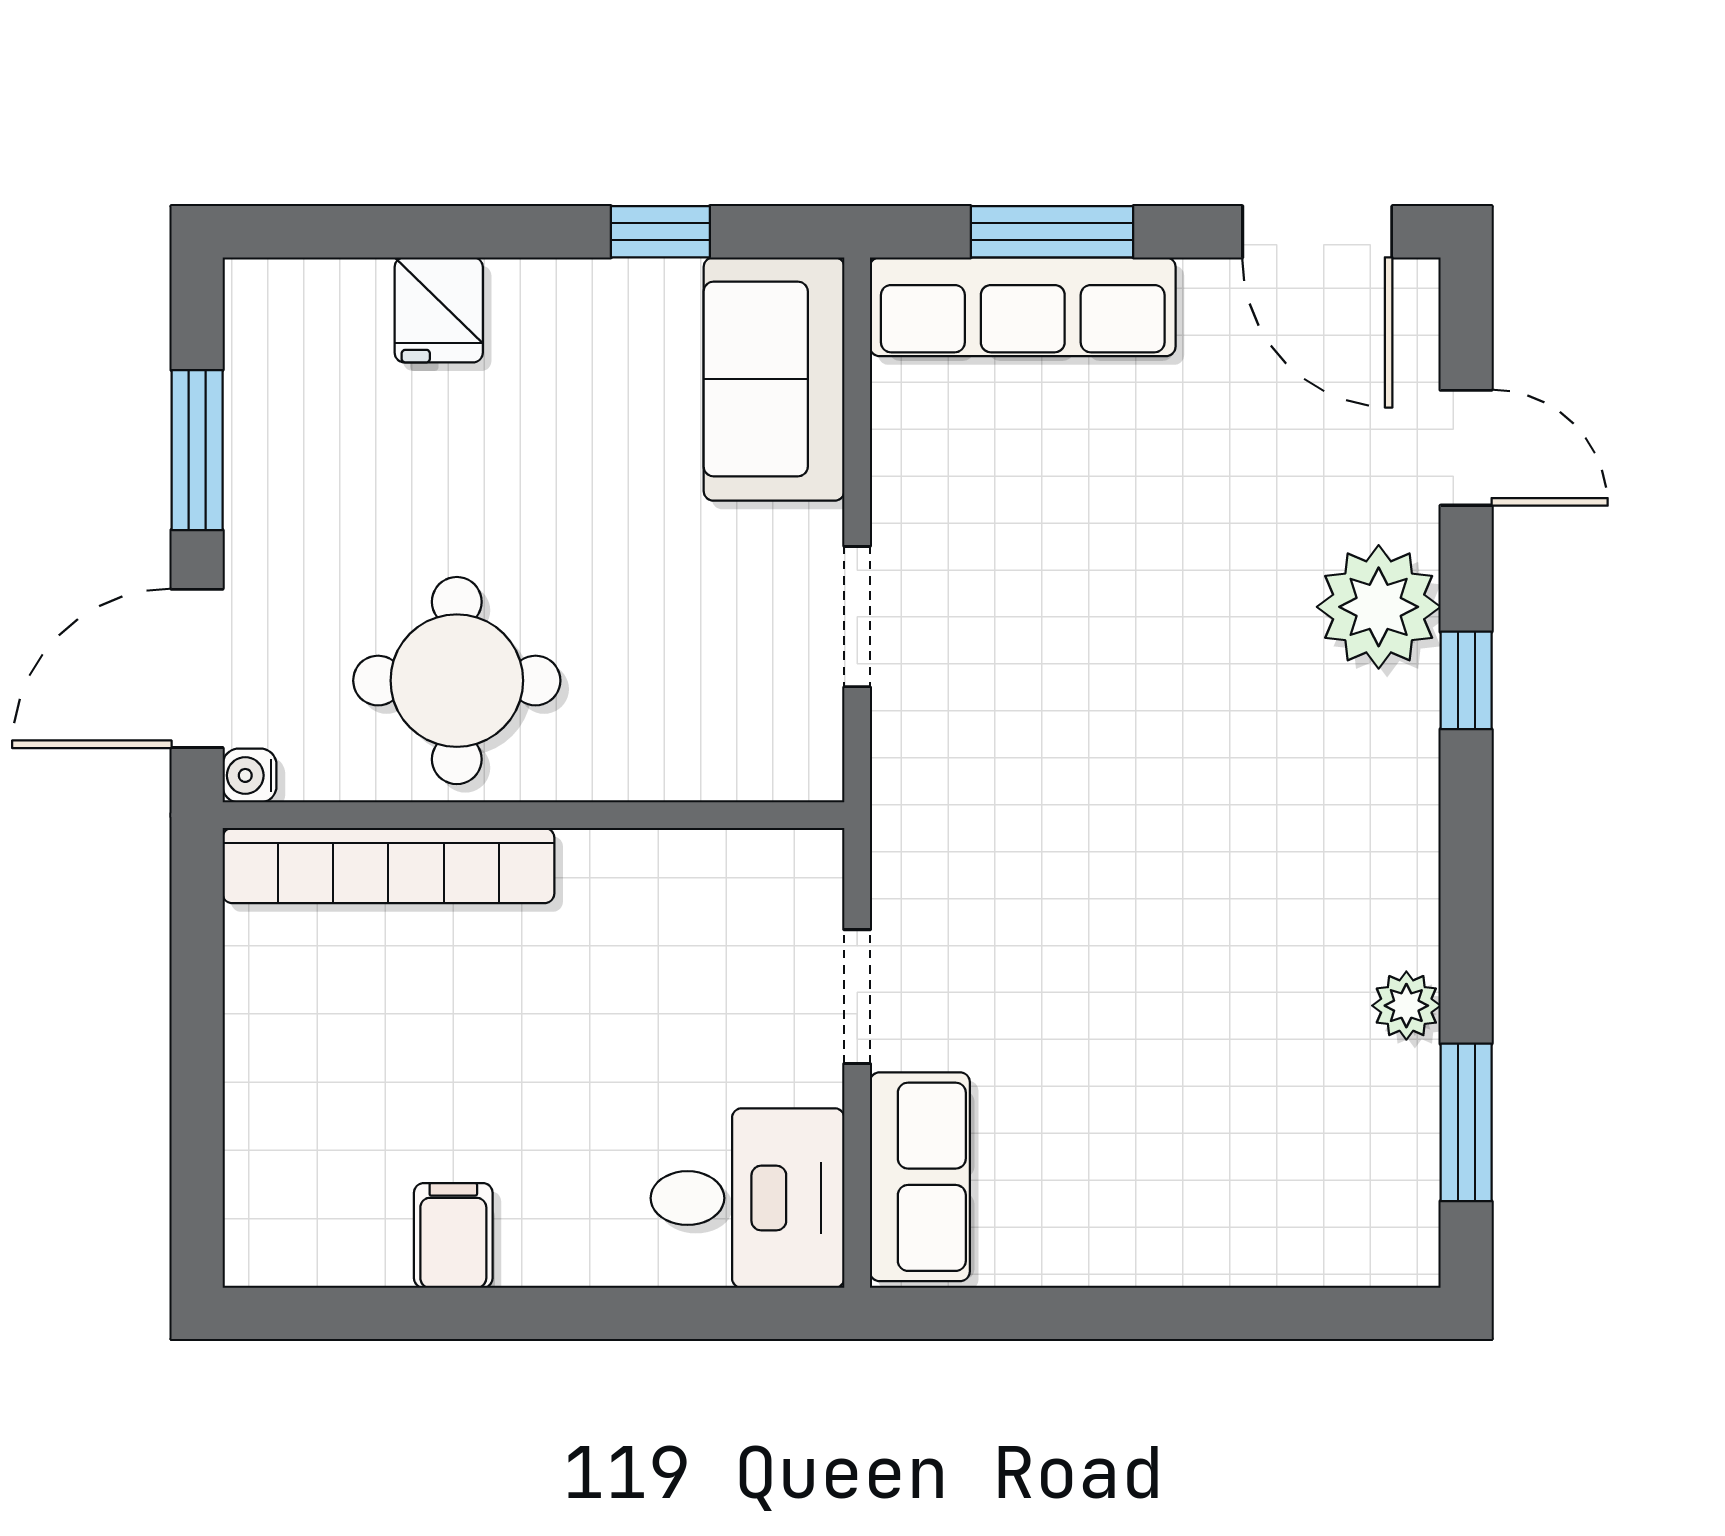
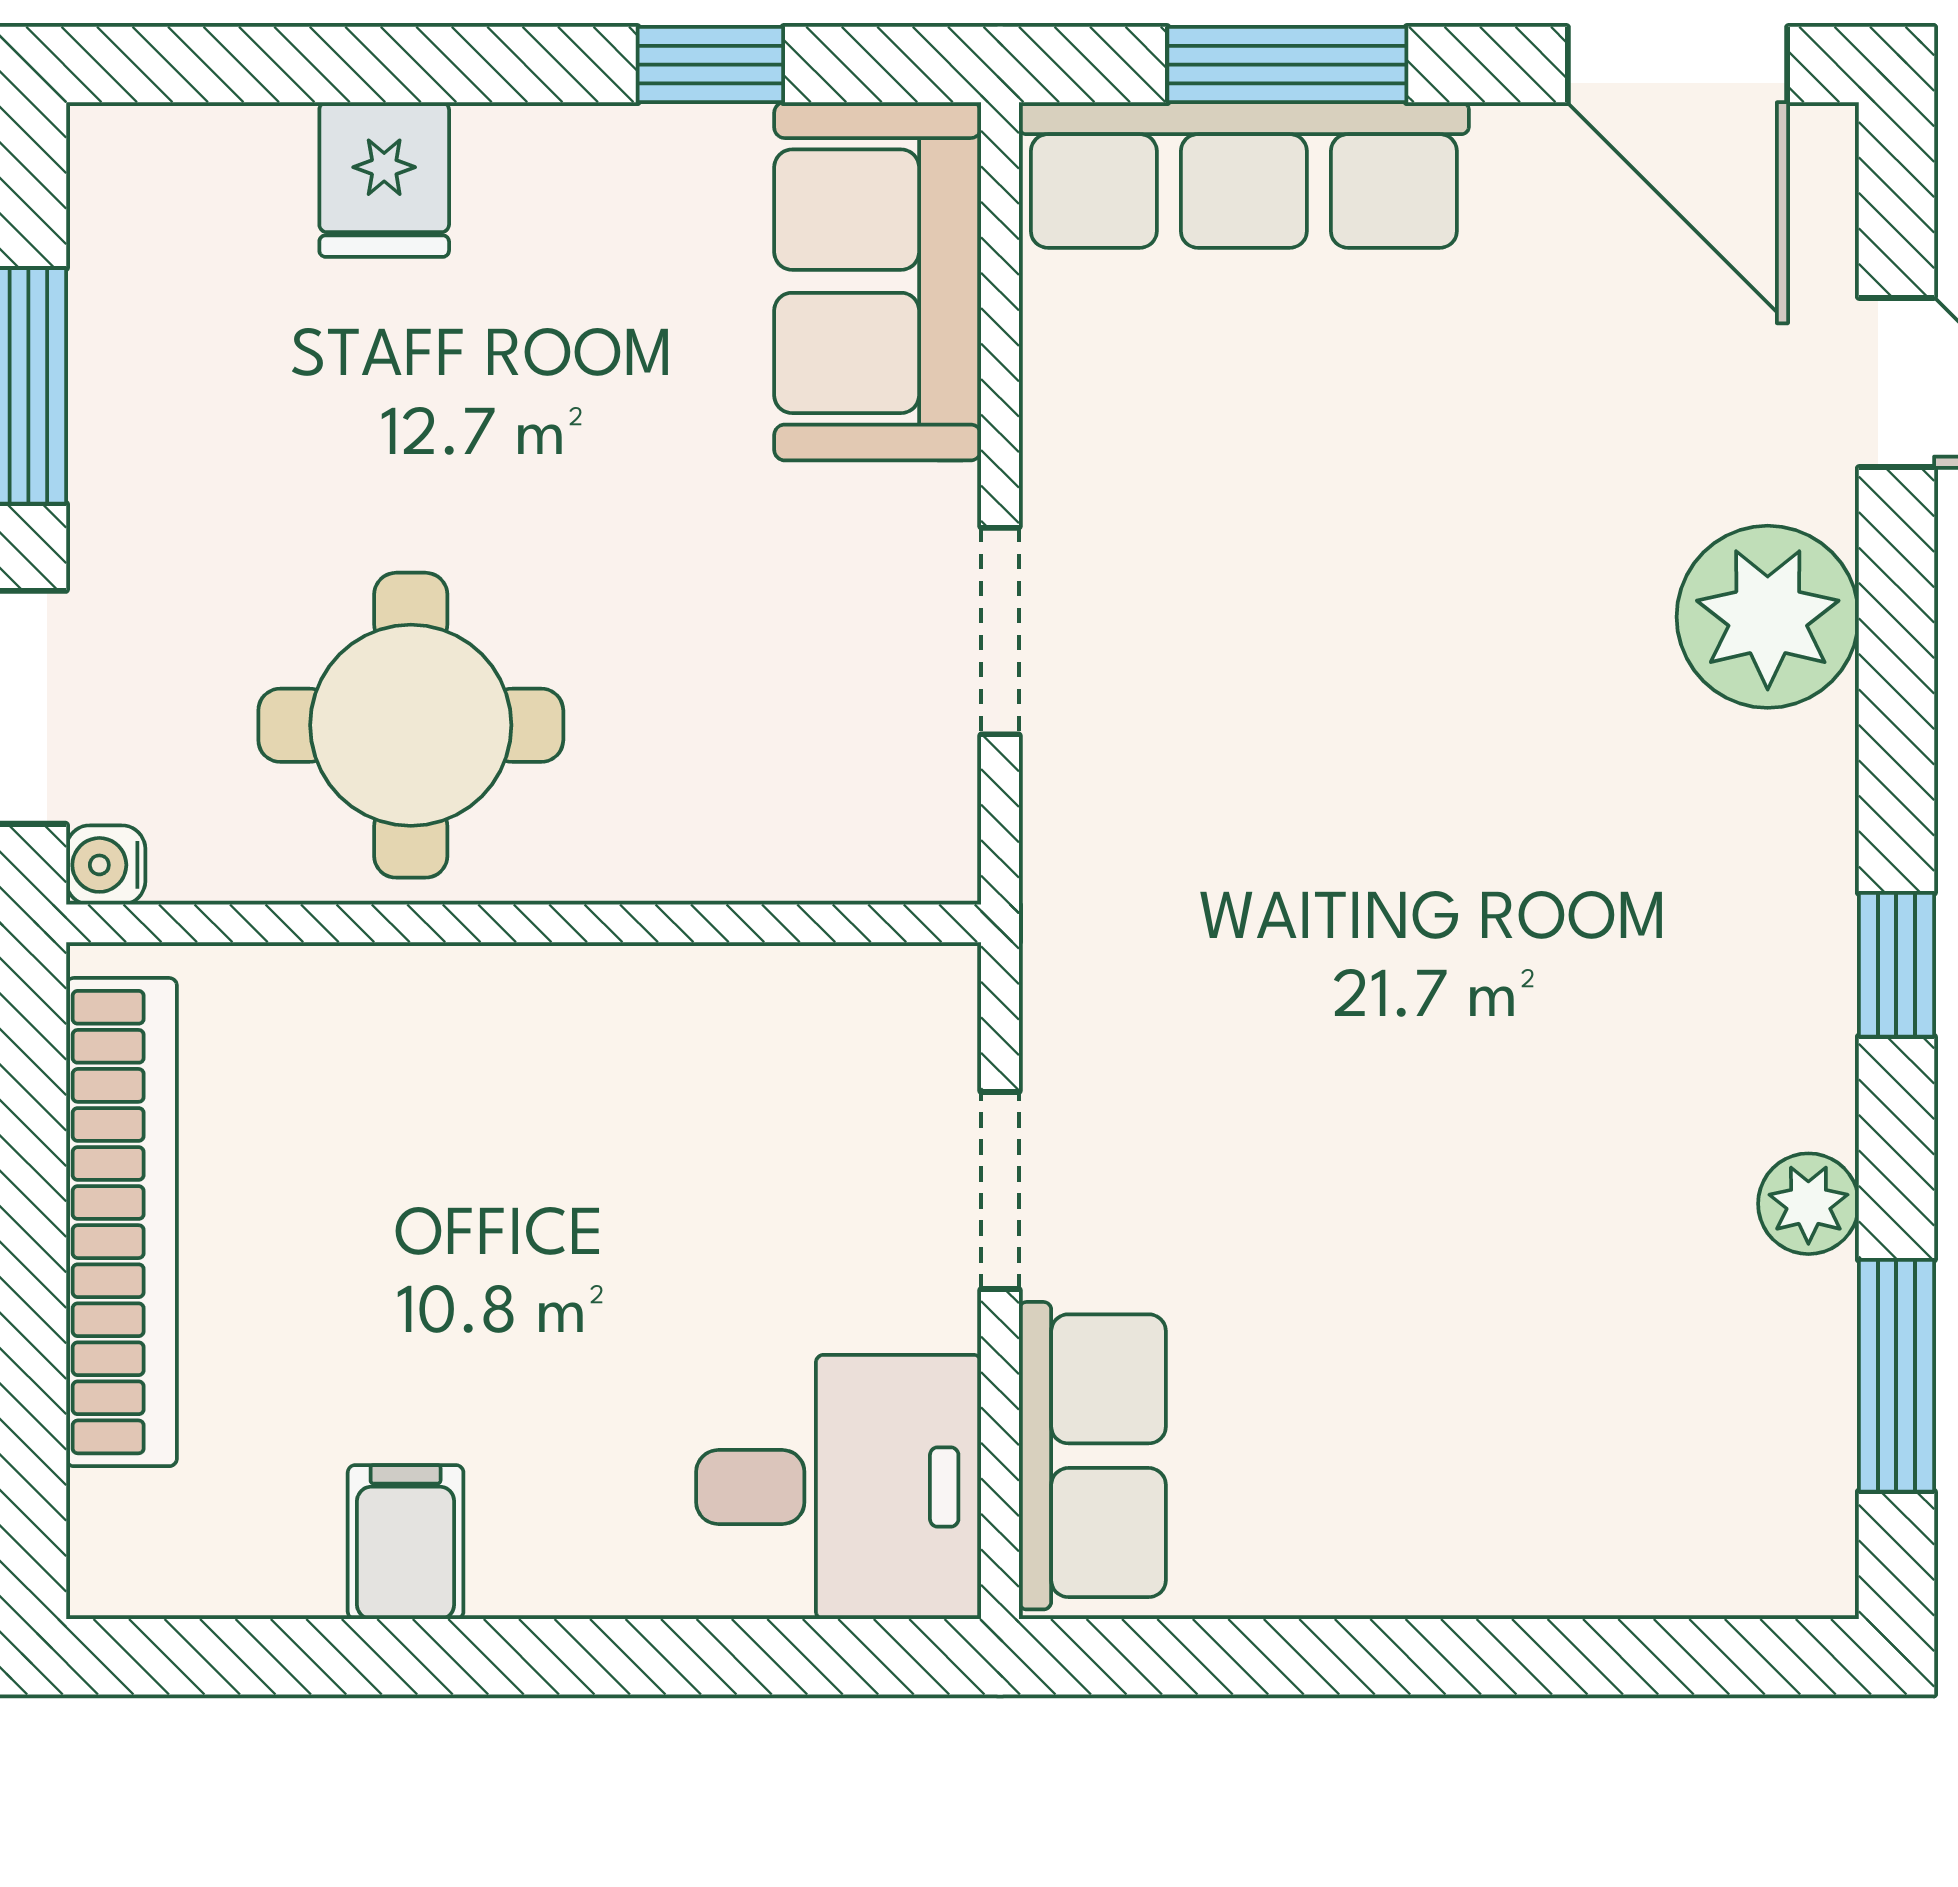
window: (1466, 680) -> (1896, 965), moved
bookcase: (388, 866) -> (121, 1222), moved, turned -90

